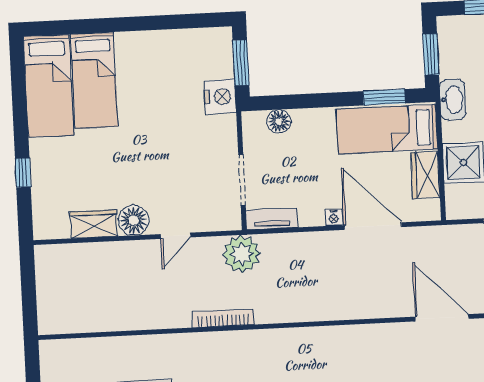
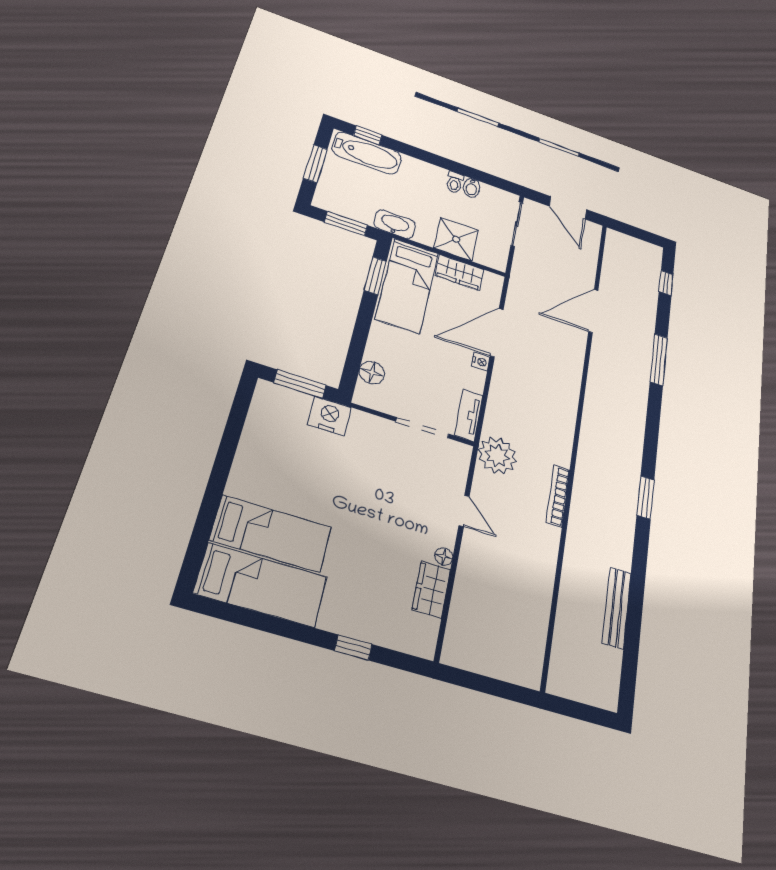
floor lamp: (134, 220) -> (444, 556), width x0.53, depth x0.53

